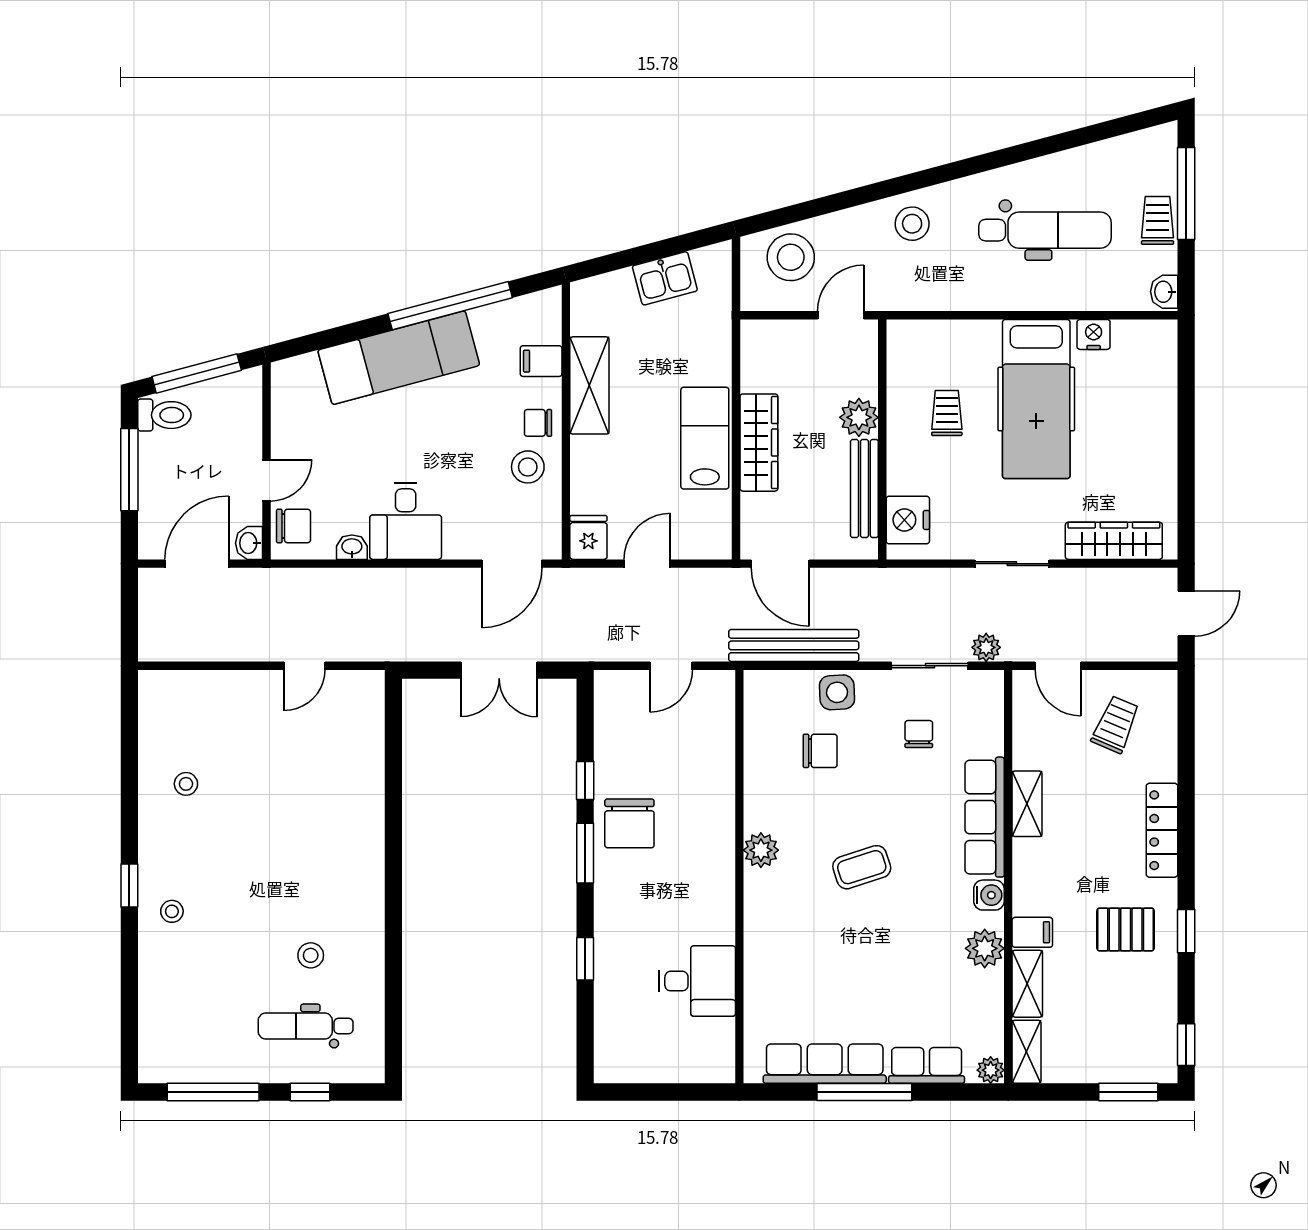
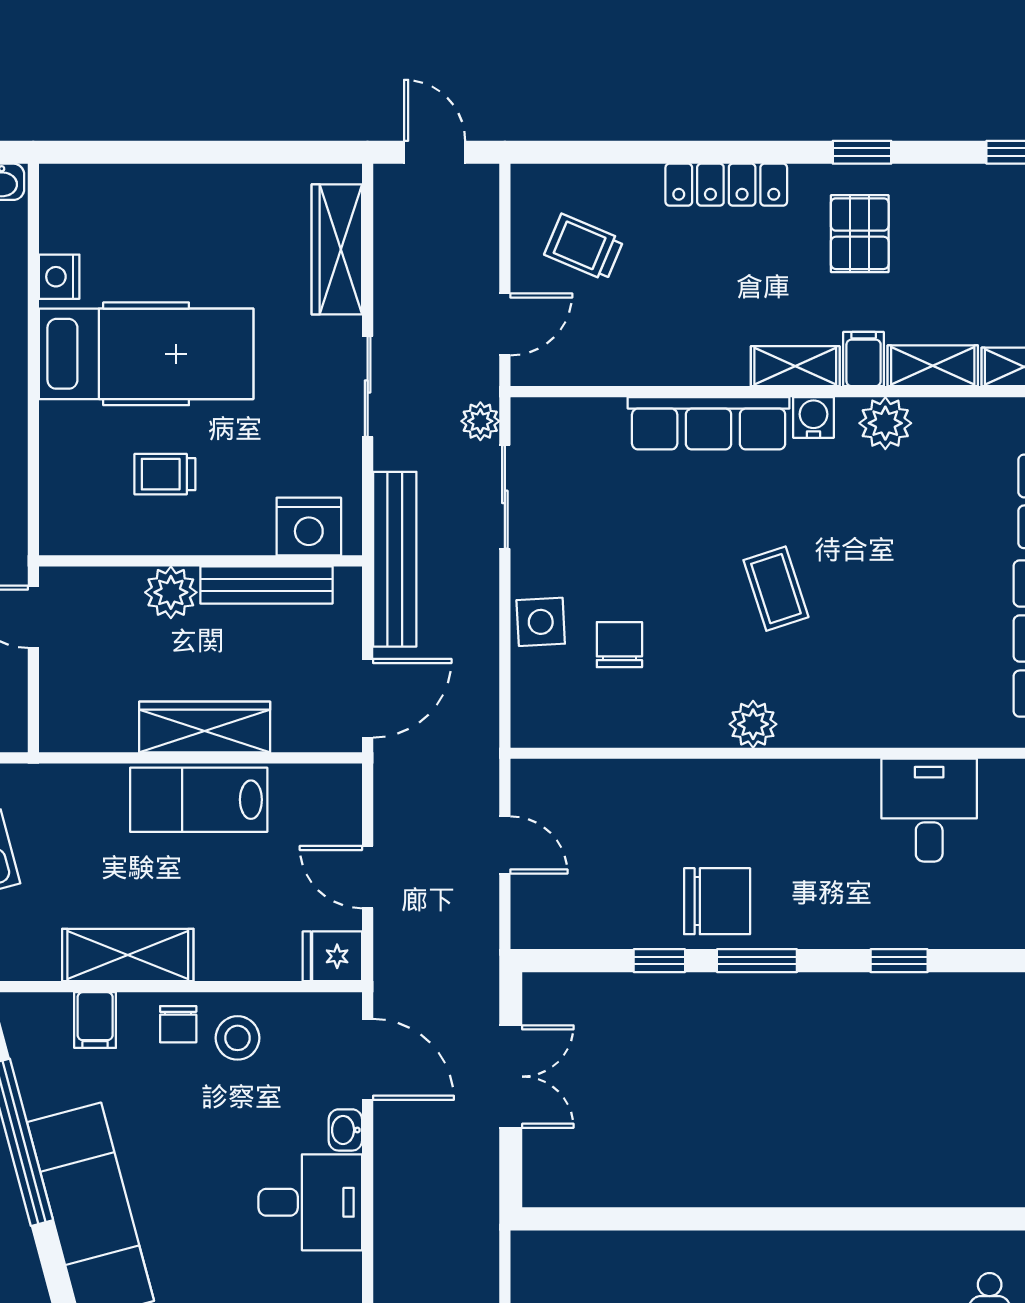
washbasin: (352, 547) -> (345, 1130), moved
bench: (794, 645) -> (395, 559), moved
chair: (919, 734) -> (597, 512), removed
shelving: (1027, 804) -> (795, 366), moved

